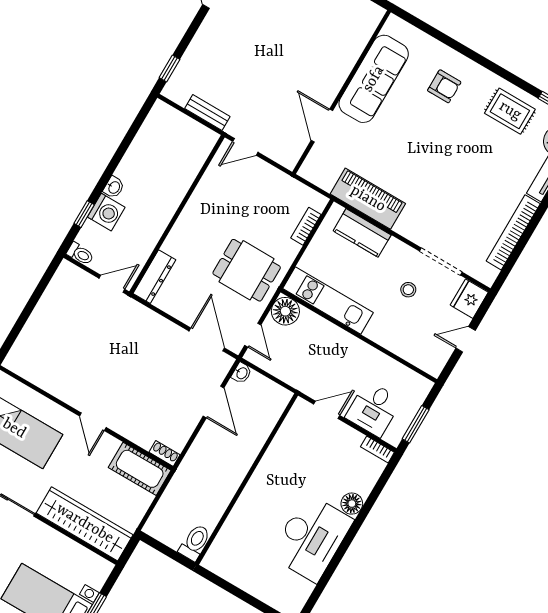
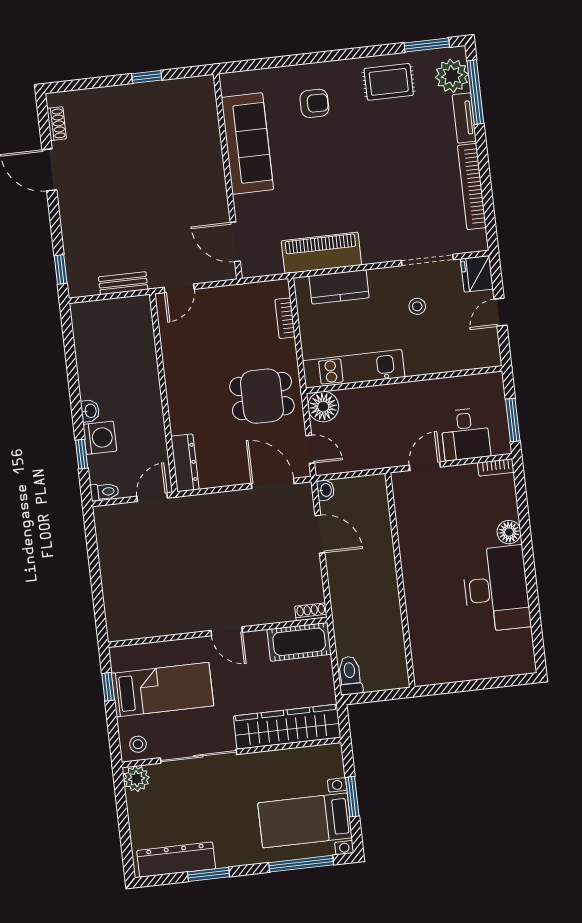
door: (322, 126) -> (235, 242), moved
toilet: (195, 542) -> (350, 675), moved

